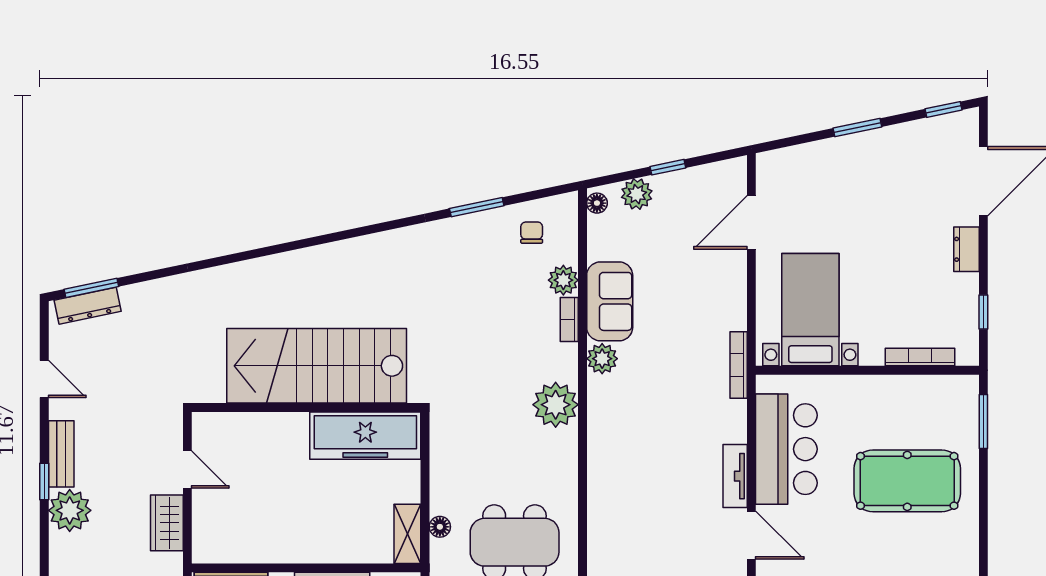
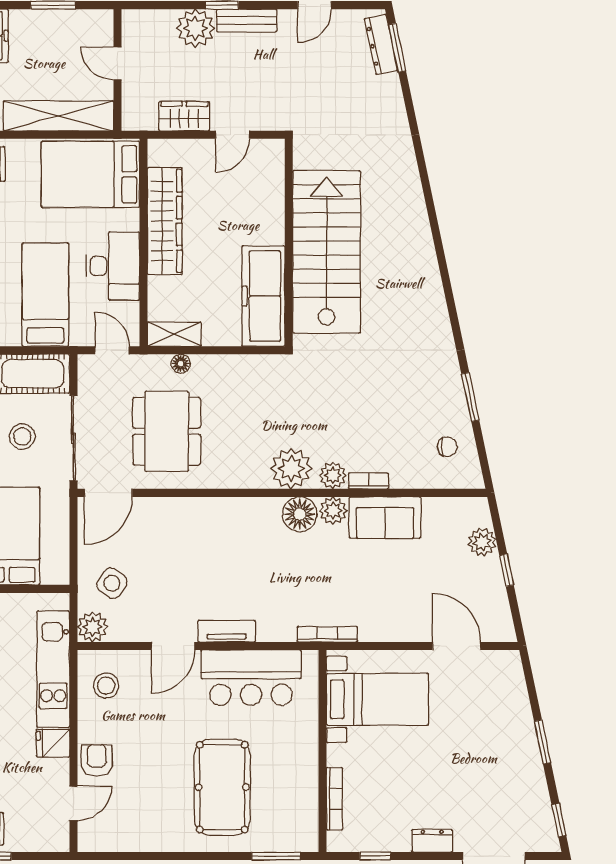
floor lamp: (597, 203) -> (300, 514), moved, width x1.89, depth x1.89
plant: (563, 280) -> (333, 475), moved
wardrobe: (283, 544) -> (165, 221), added

